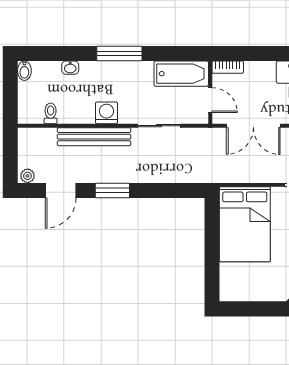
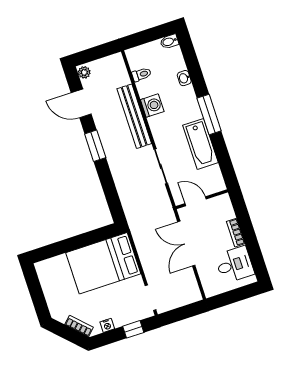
bookcase: (228, 67) -> (236, 233), moved
bathtub: (181, 74) -> (200, 144), moved
door: (210, 100) -> (196, 201), swing flipped
washing machine: (106, 113) -> (152, 106), moved

